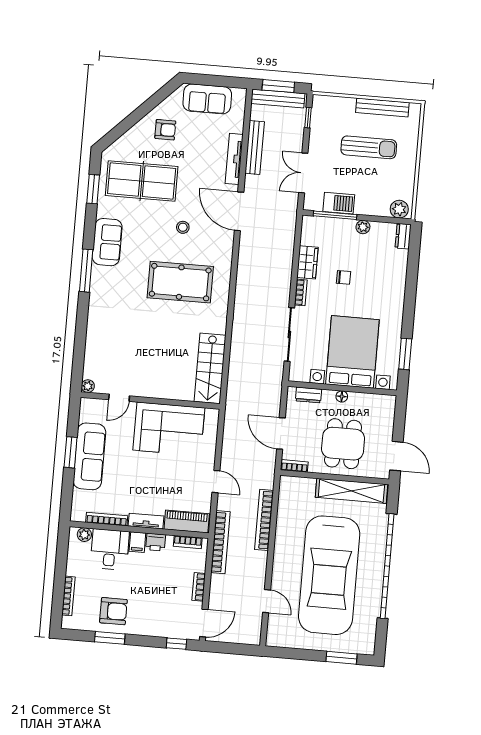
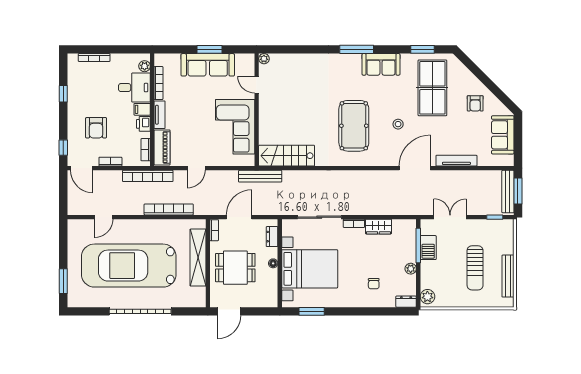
bench: (255, 148) -> (260, 176), moved
chair: (343, 277) -> (374, 284), moved
shelving: (351, 491) -> (198, 258), moved
garage door: (387, 566) -> (140, 311), width x0.73
armchair: (113, 611) -> (96, 128), moved
window: (110, 638) -> (63, 94), width x0.67

